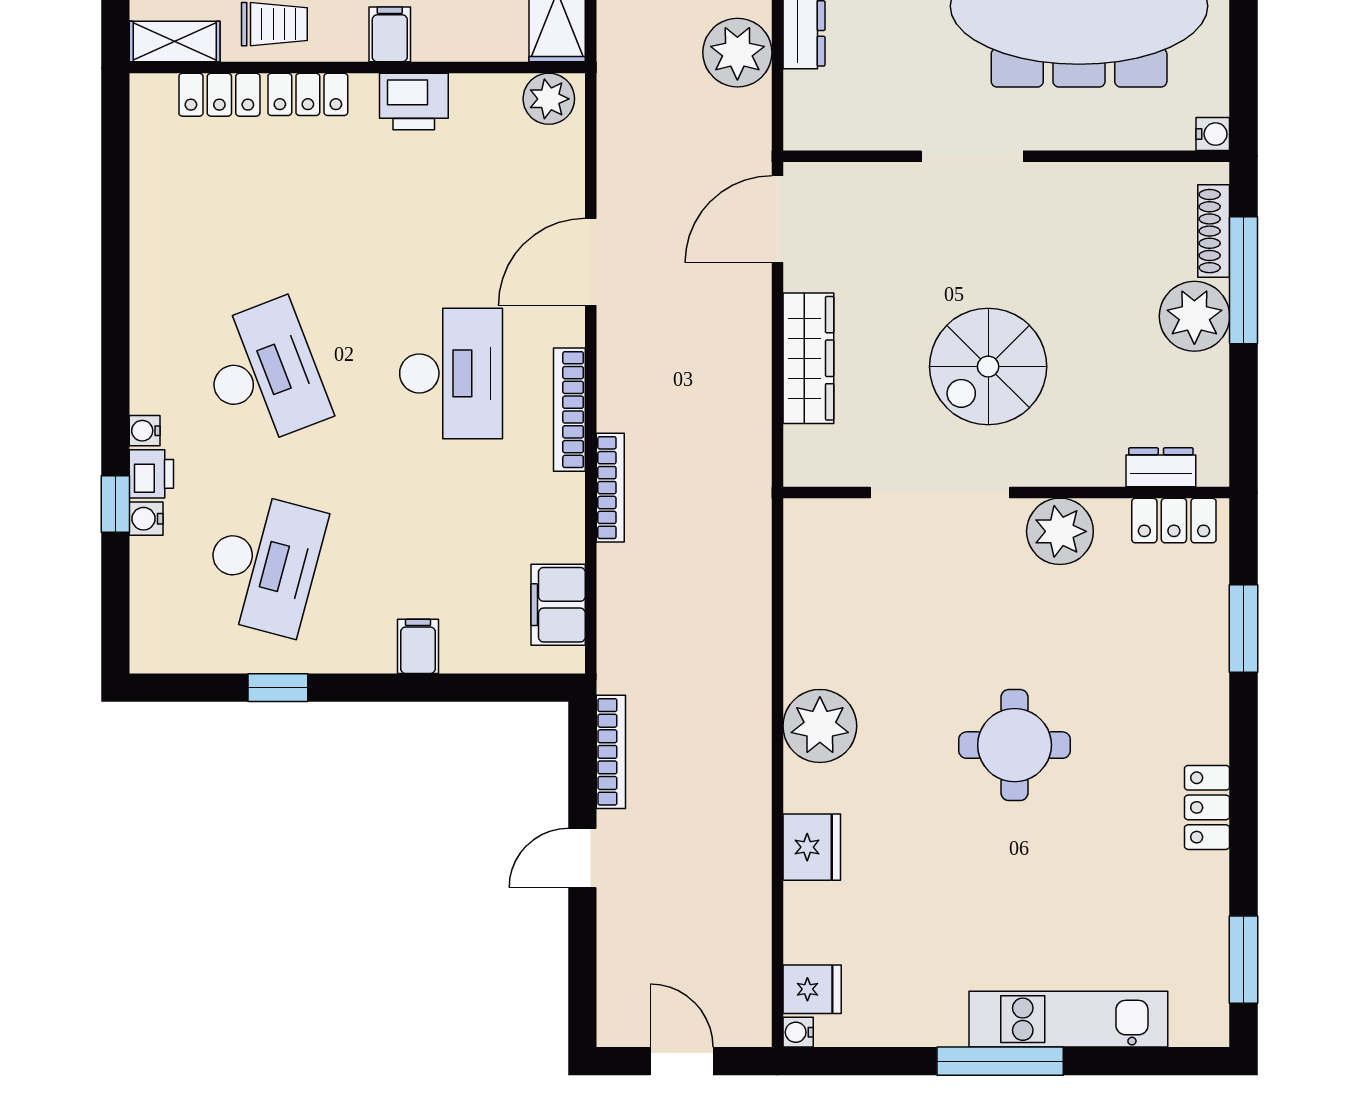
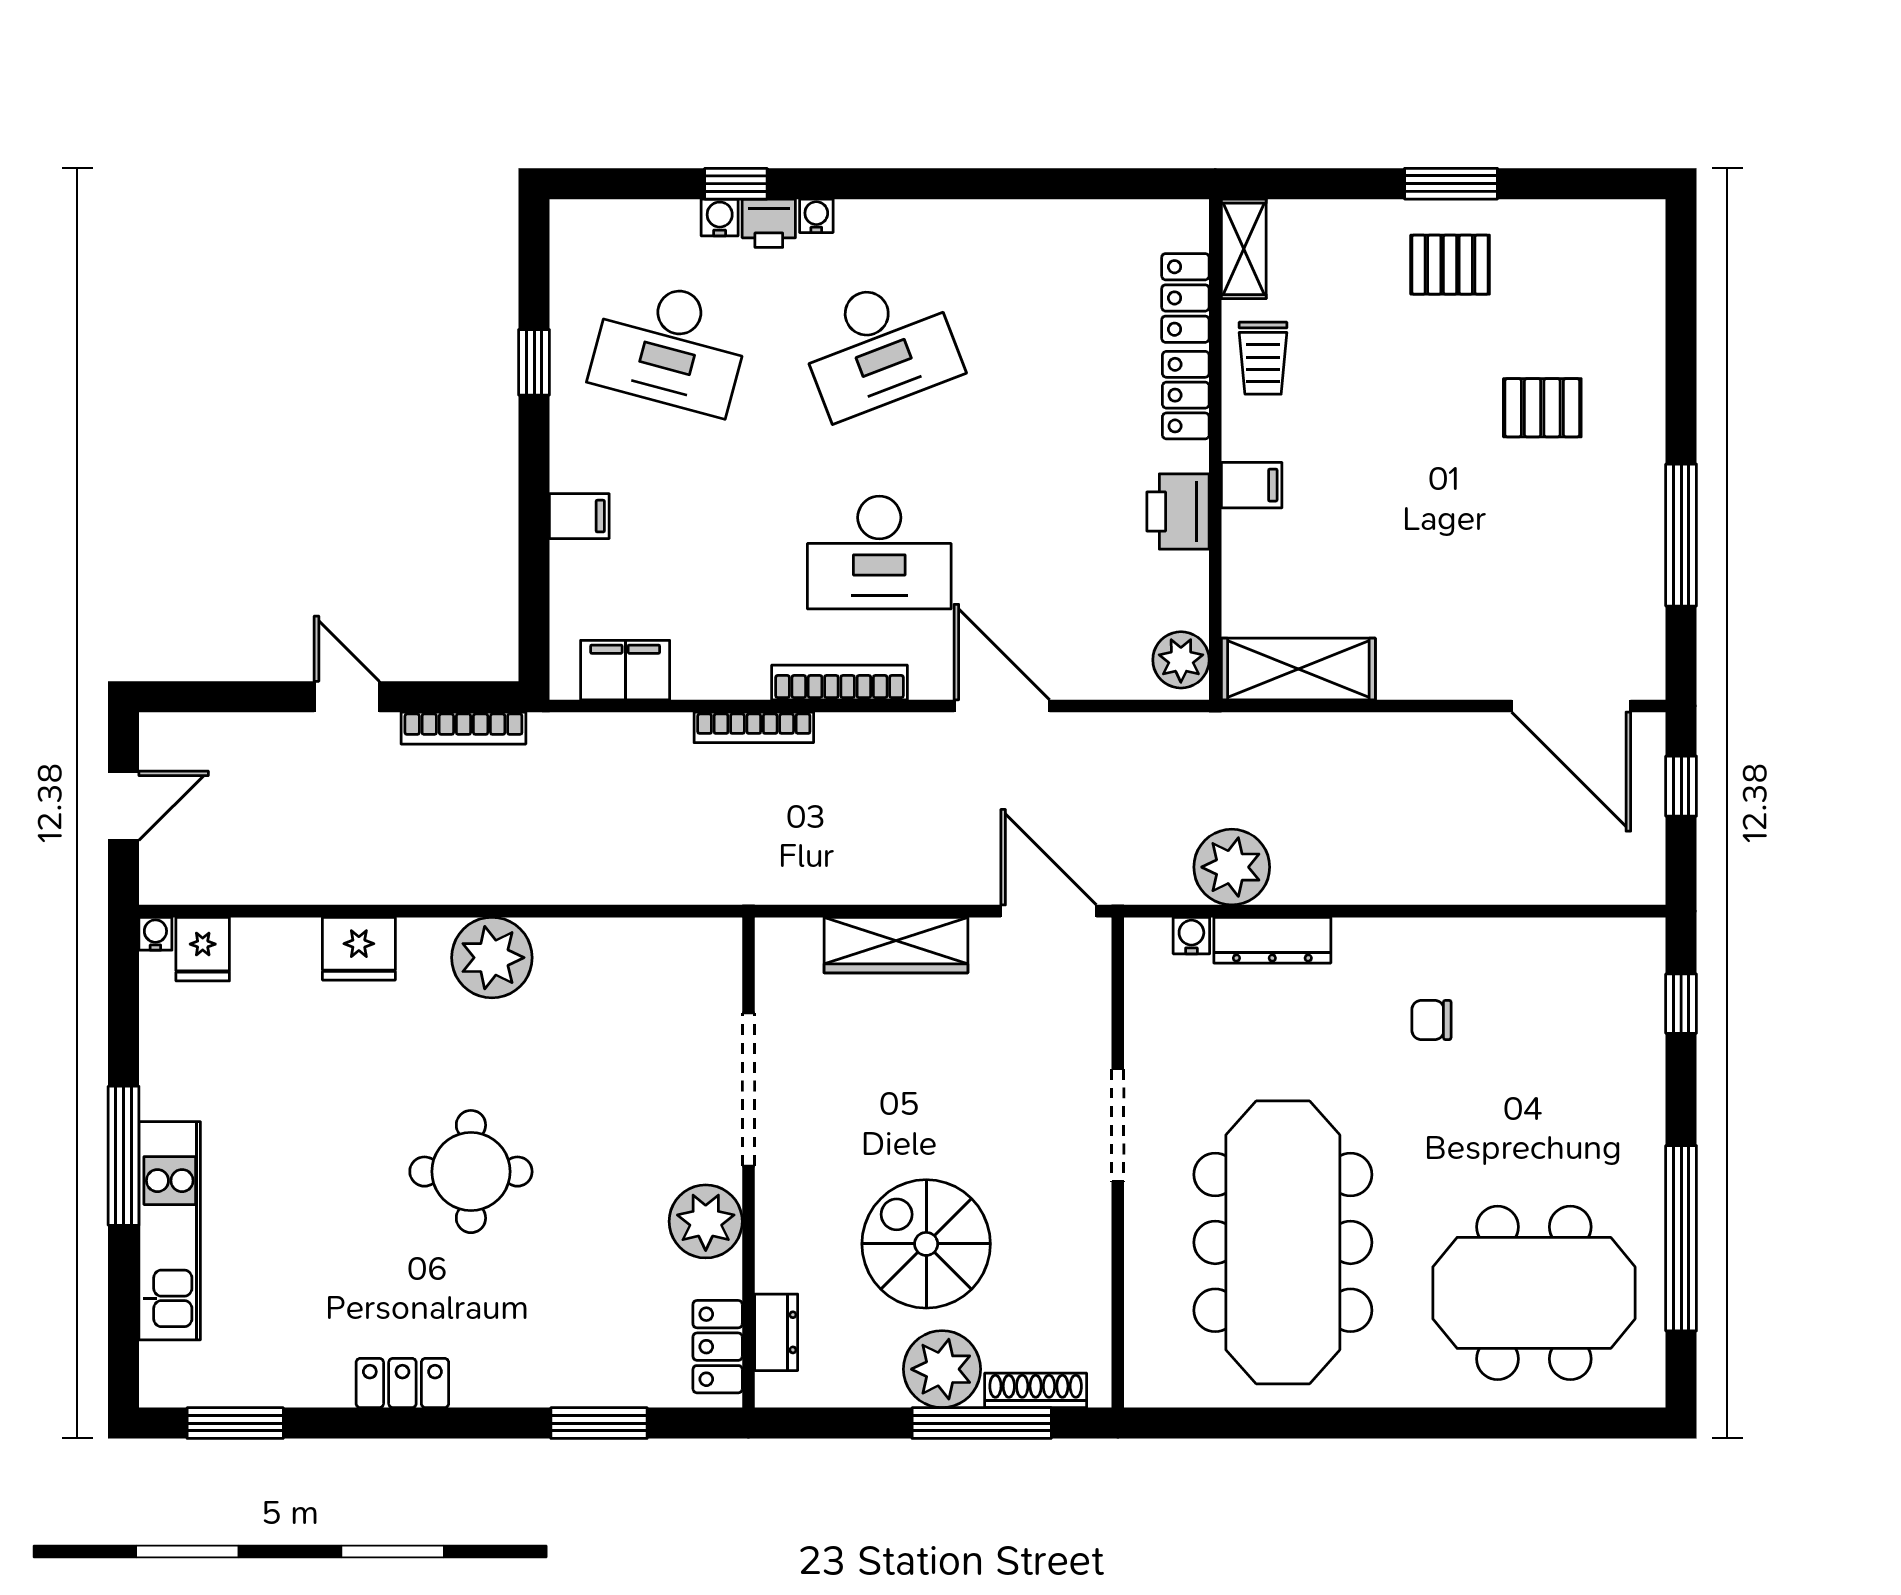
water cooler: (1213, 134) -> (1191, 936), moved, turned 180
spiral stairs: (988, 367) -> (926, 1244), moved

